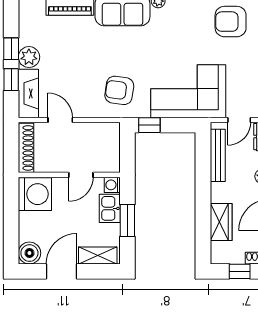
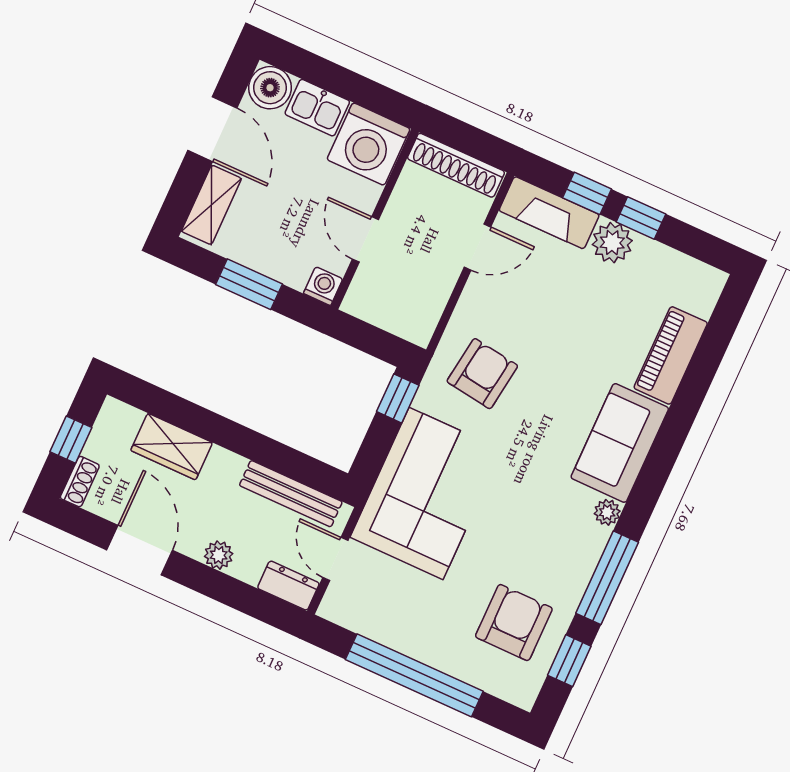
kitchen sink: (110, 208) -> (317, 108), moved, turned 180

